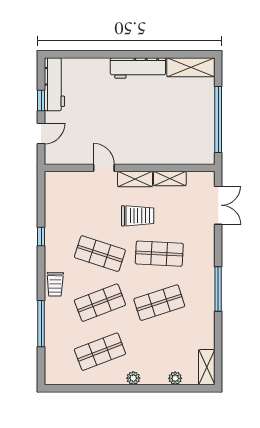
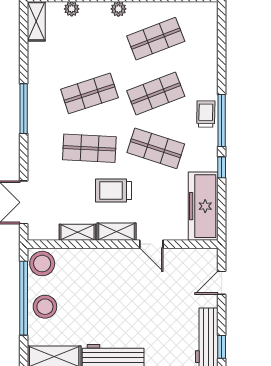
window: (41, 101) -> (222, 347), moved
stool: (199, 112) -> (45, 307), added
stool: (202, 151) -> (42, 264), added
freezer: (58, 202) -> (203, 206), added
window: (41, 324) -> (222, 120), moved

